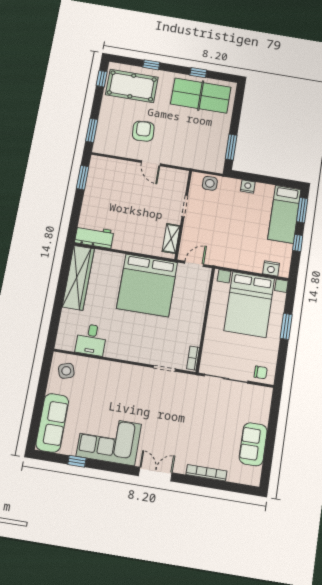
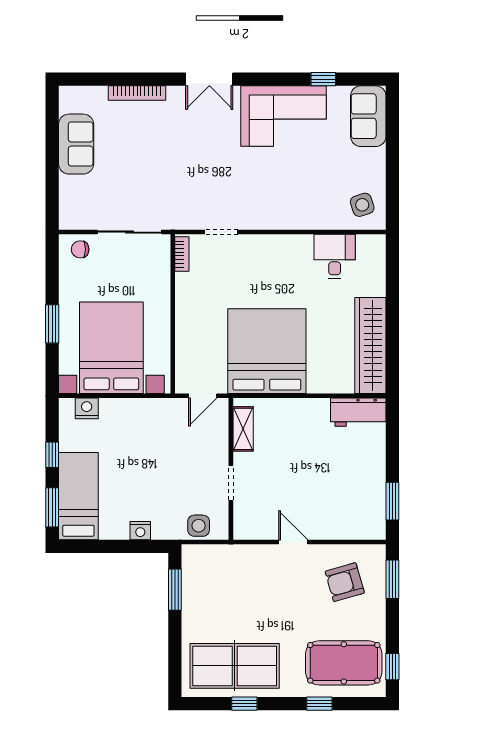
armchair: (143, 131) -> (345, 582), moved, turned 78
sofa: (52, 423) -> (368, 116), width x0.73

